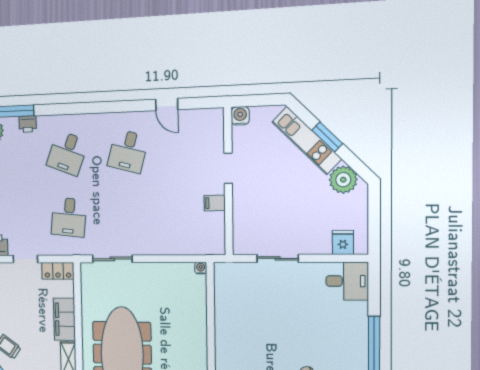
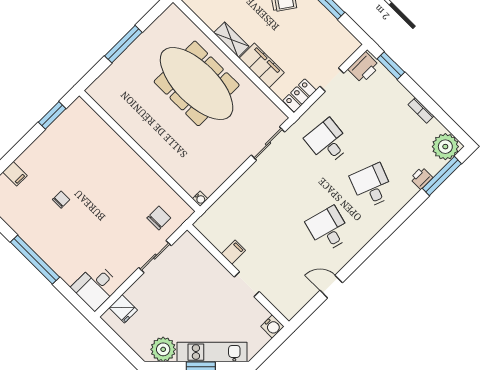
chair: (246, 285) -> (159, 218), added

